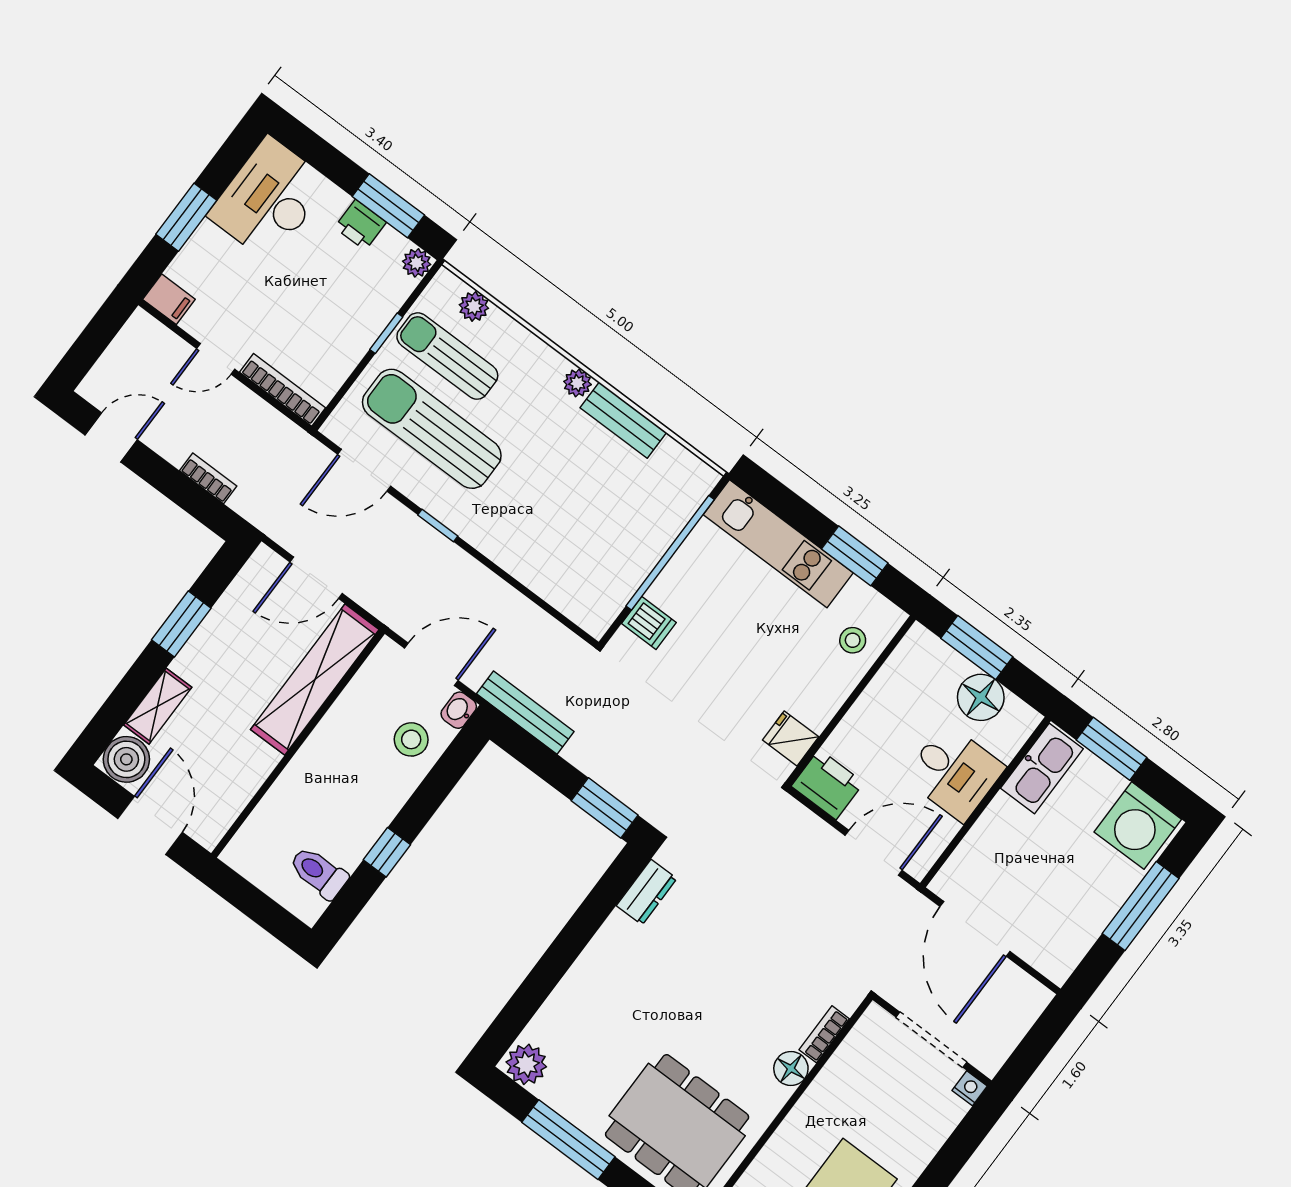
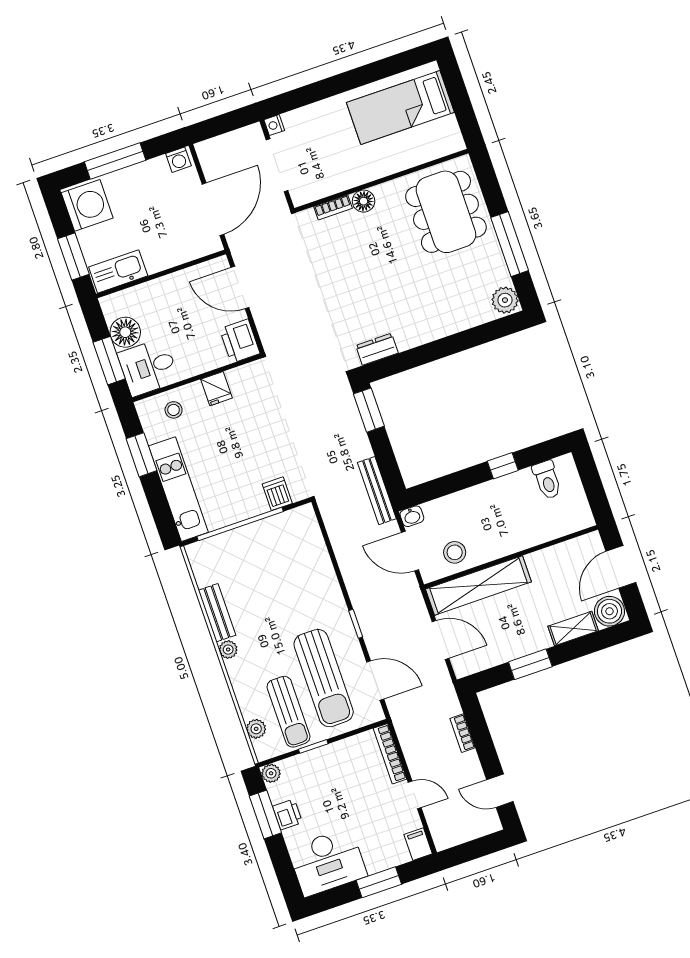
fridge: (791, 738) -> (217, 389), moved
stool: (411, 739) -> (455, 552), moved
desk: (954, 772) -> (148, 367), moved, turned -90
washing machine: (1061, 962) -> (178, 160), added

